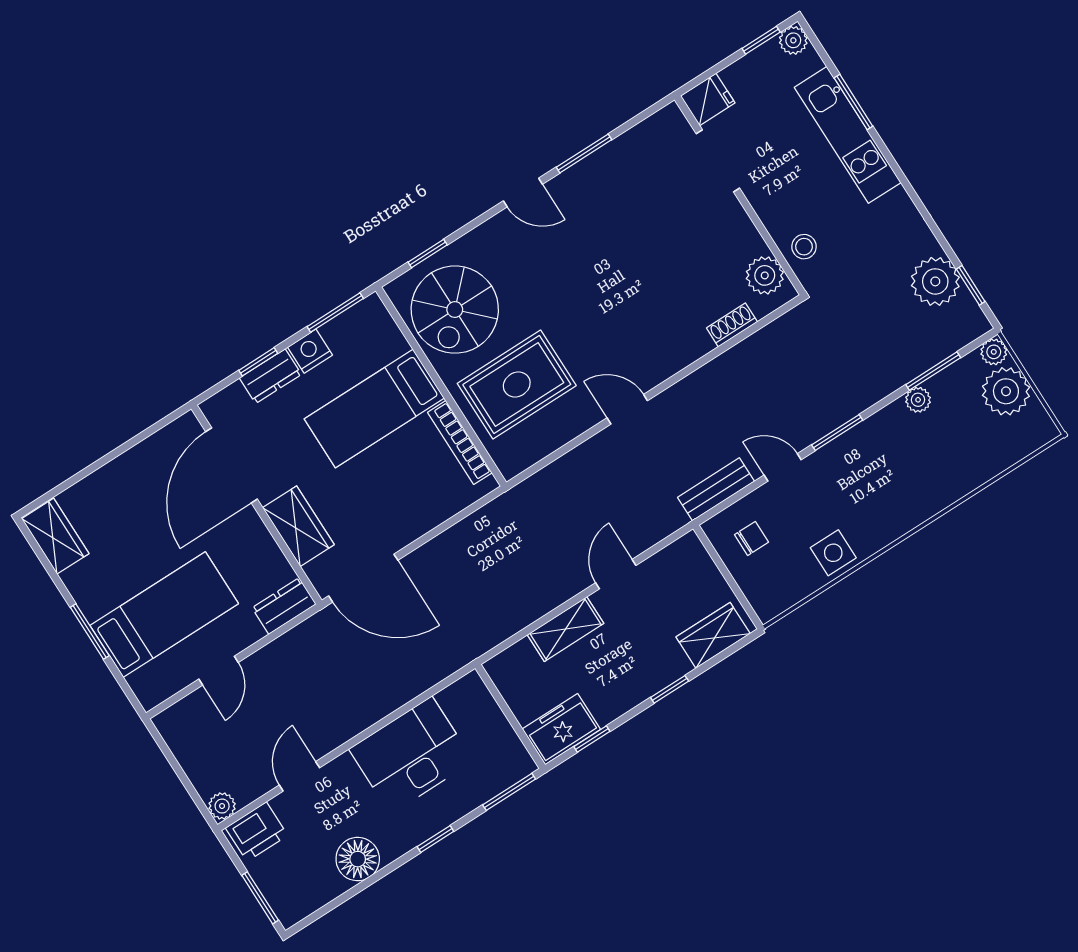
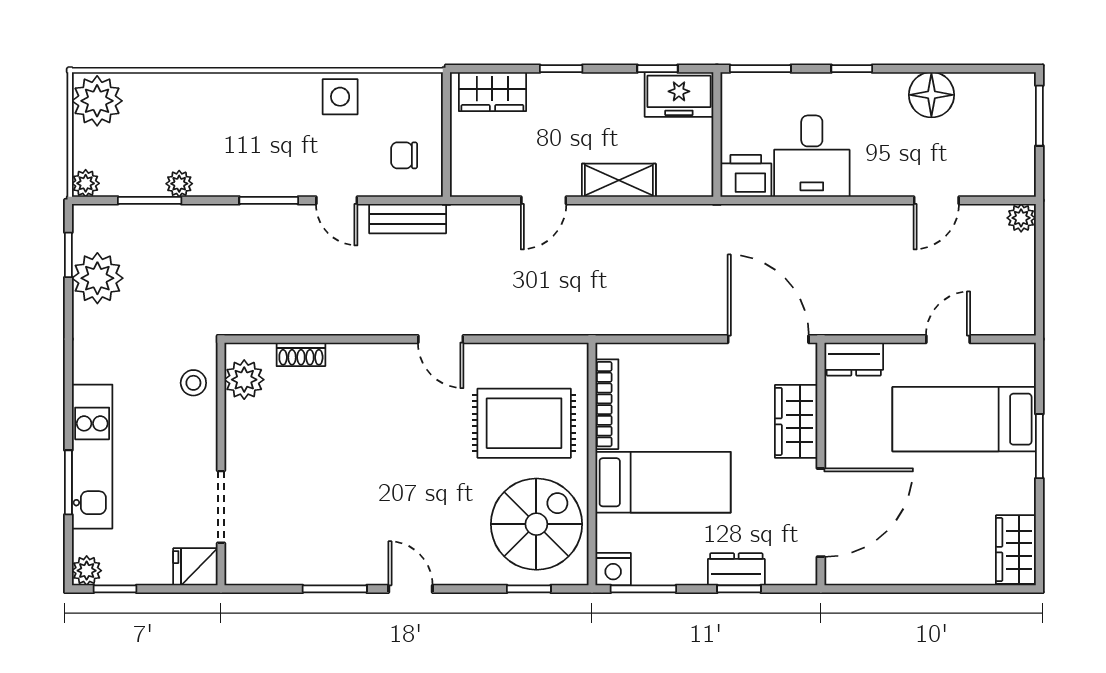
nightstand: (310, 351) -> (613, 569), moved
plant: (1006, 391) -> (97, 101), moved
desk: (411, 755) -> (812, 156), width x0.73
printer: (257, 832) -> (746, 176), moved

